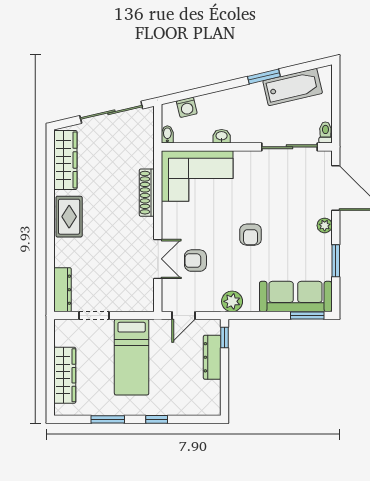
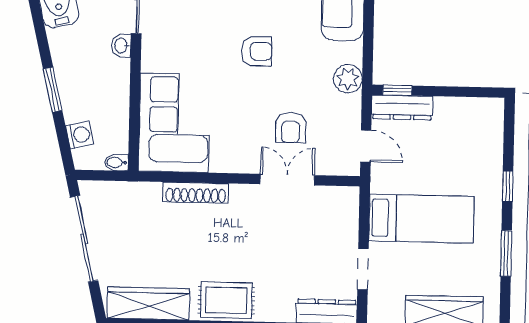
window: (264, 76) -> (53, 90), moved
washbasin: (222, 136) -> (121, 46), moved
dresser: (212, 357) -> (402, 107), moved

